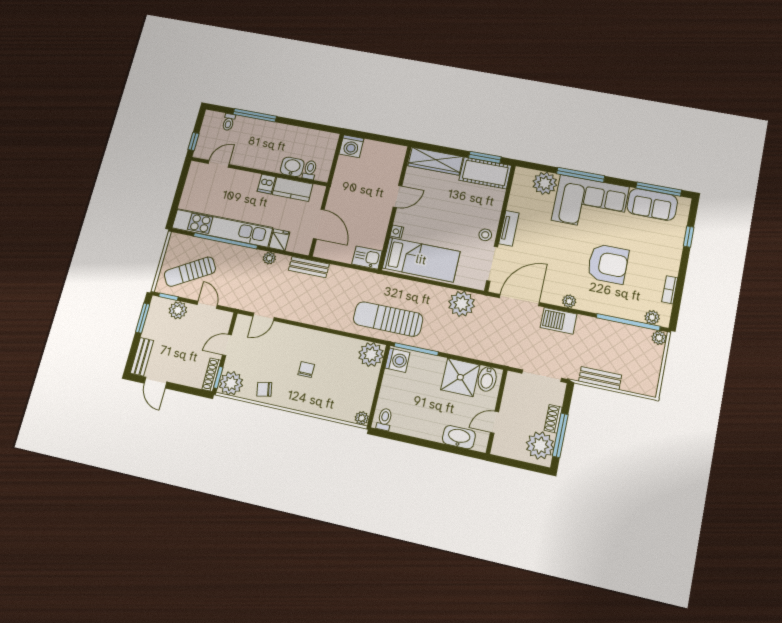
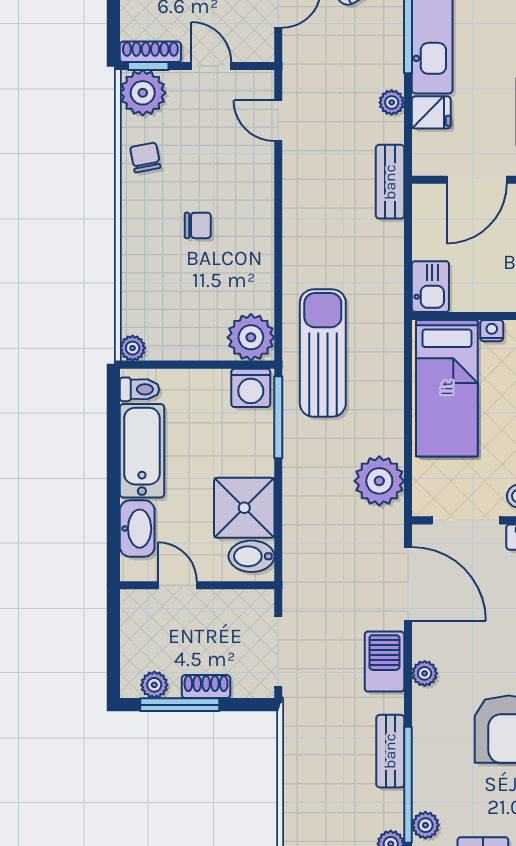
bench: (600, 378) -> (390, 751), moved
bathtub: (418, 425) -> (142, 451), added
plant: (540, 445) -> (154, 685), width x0.53, depth x0.53

